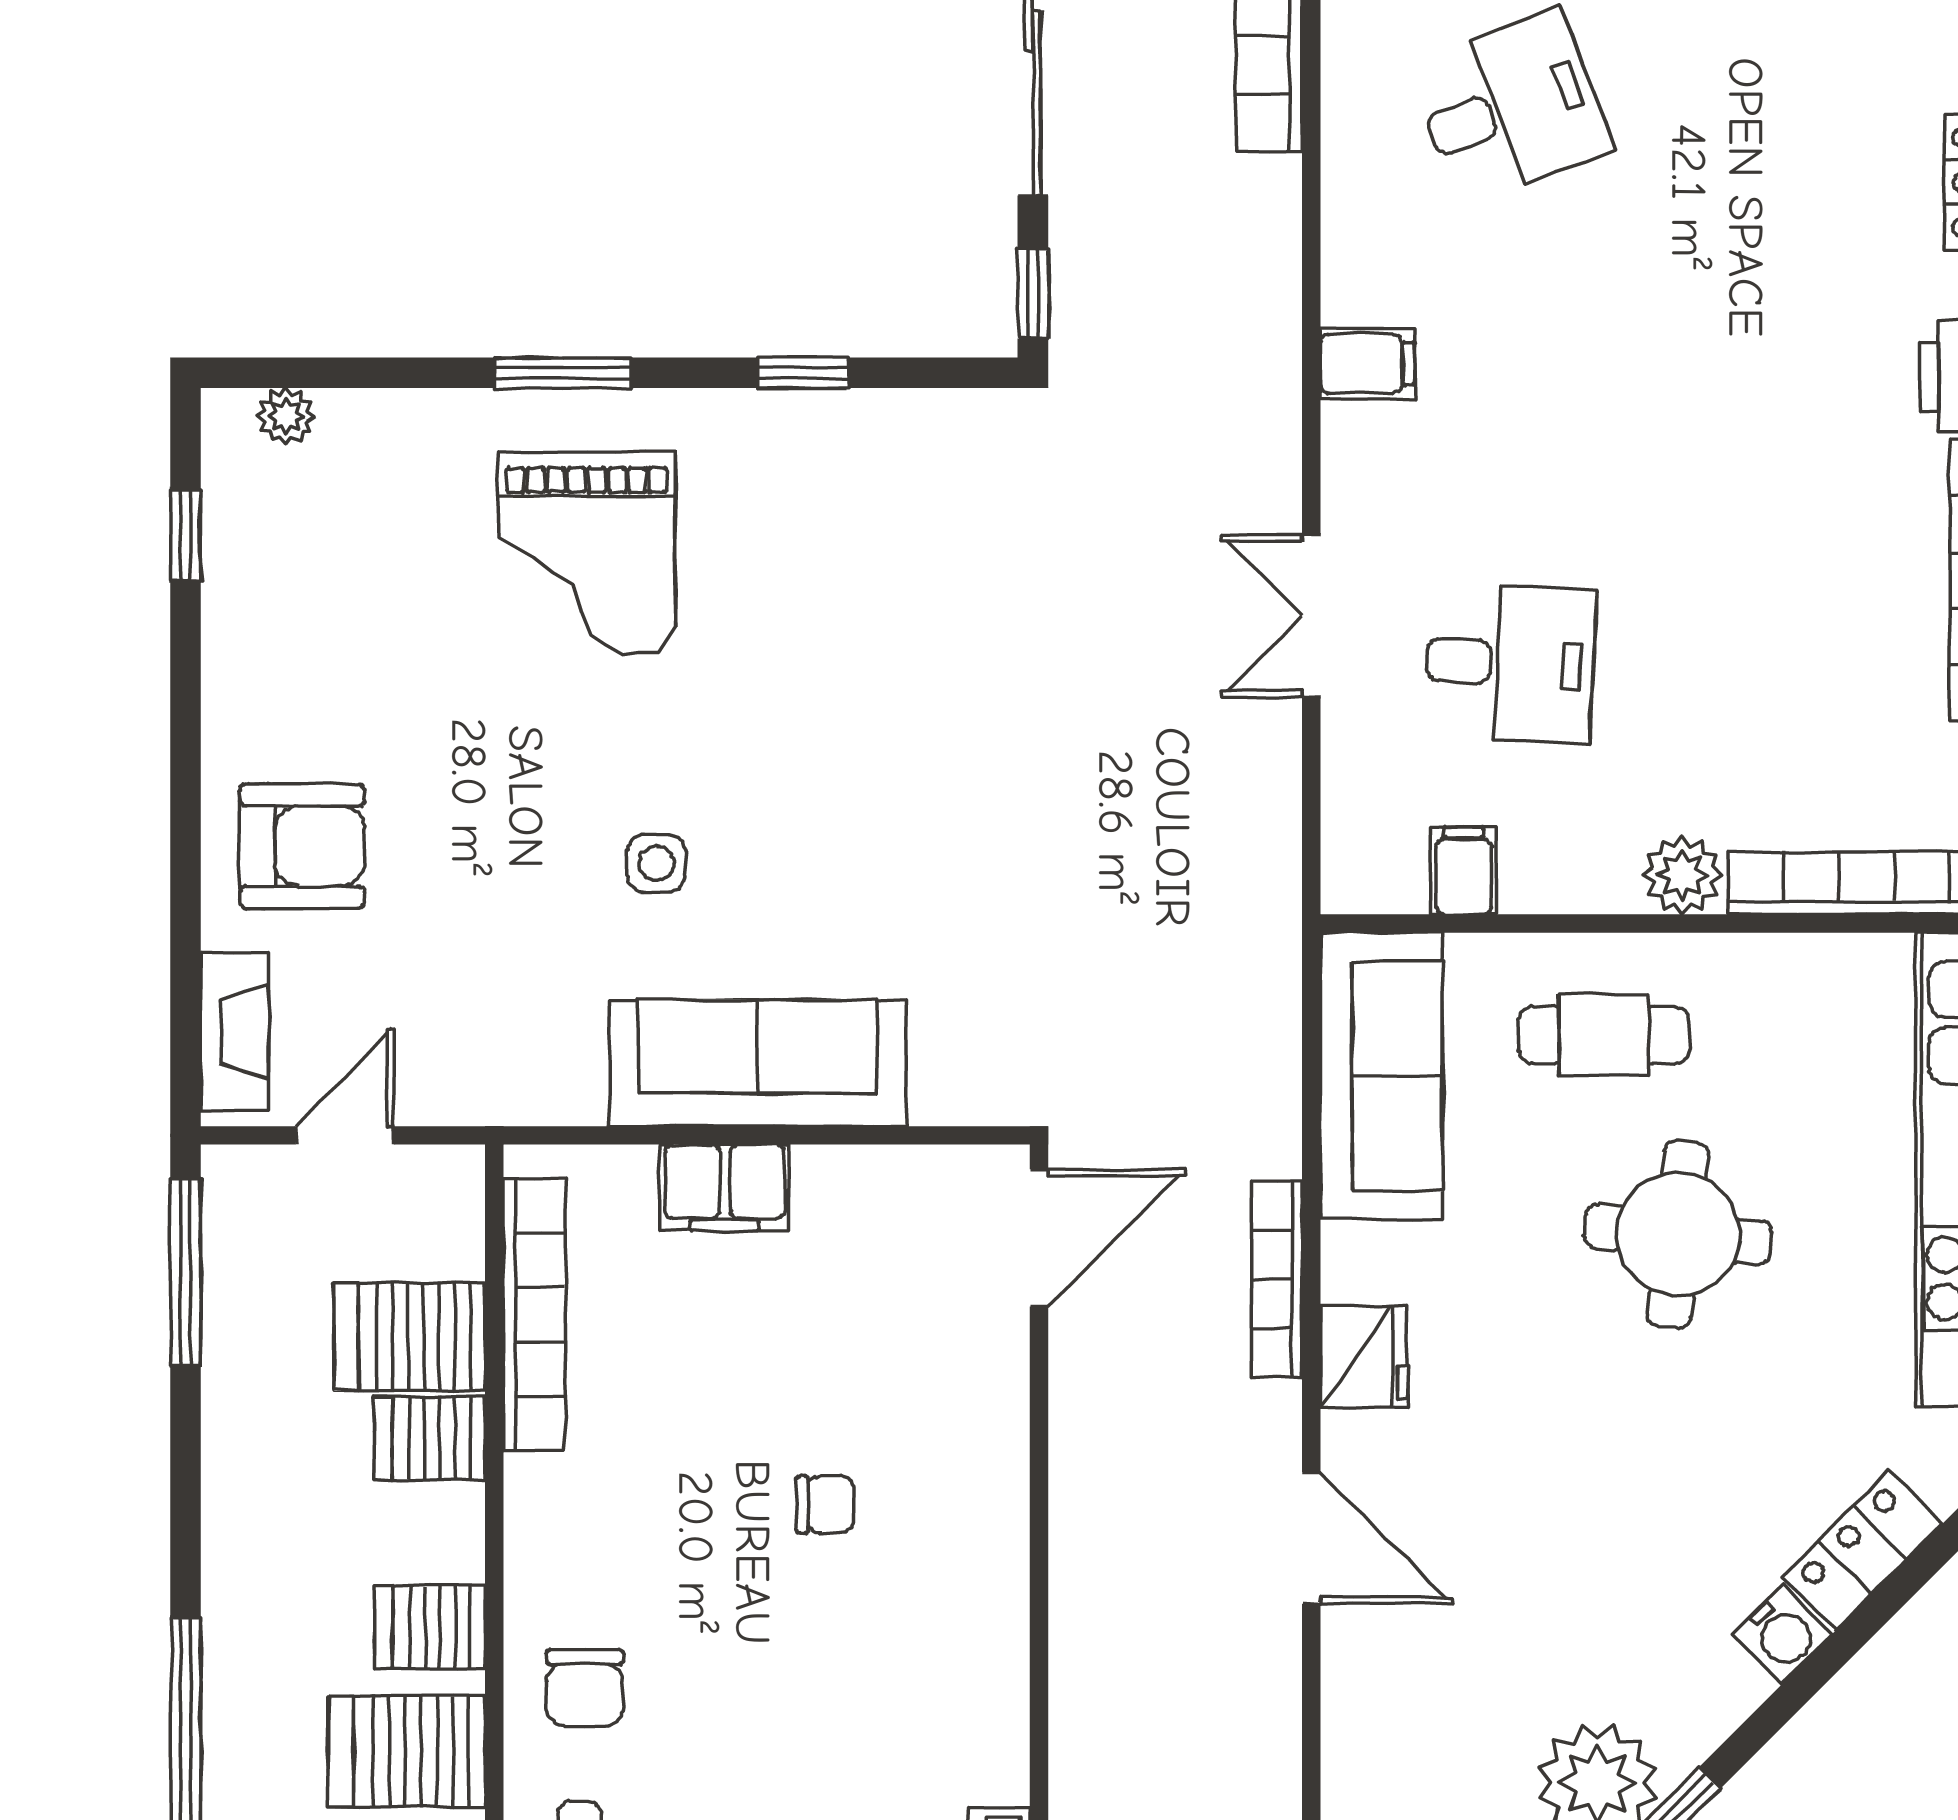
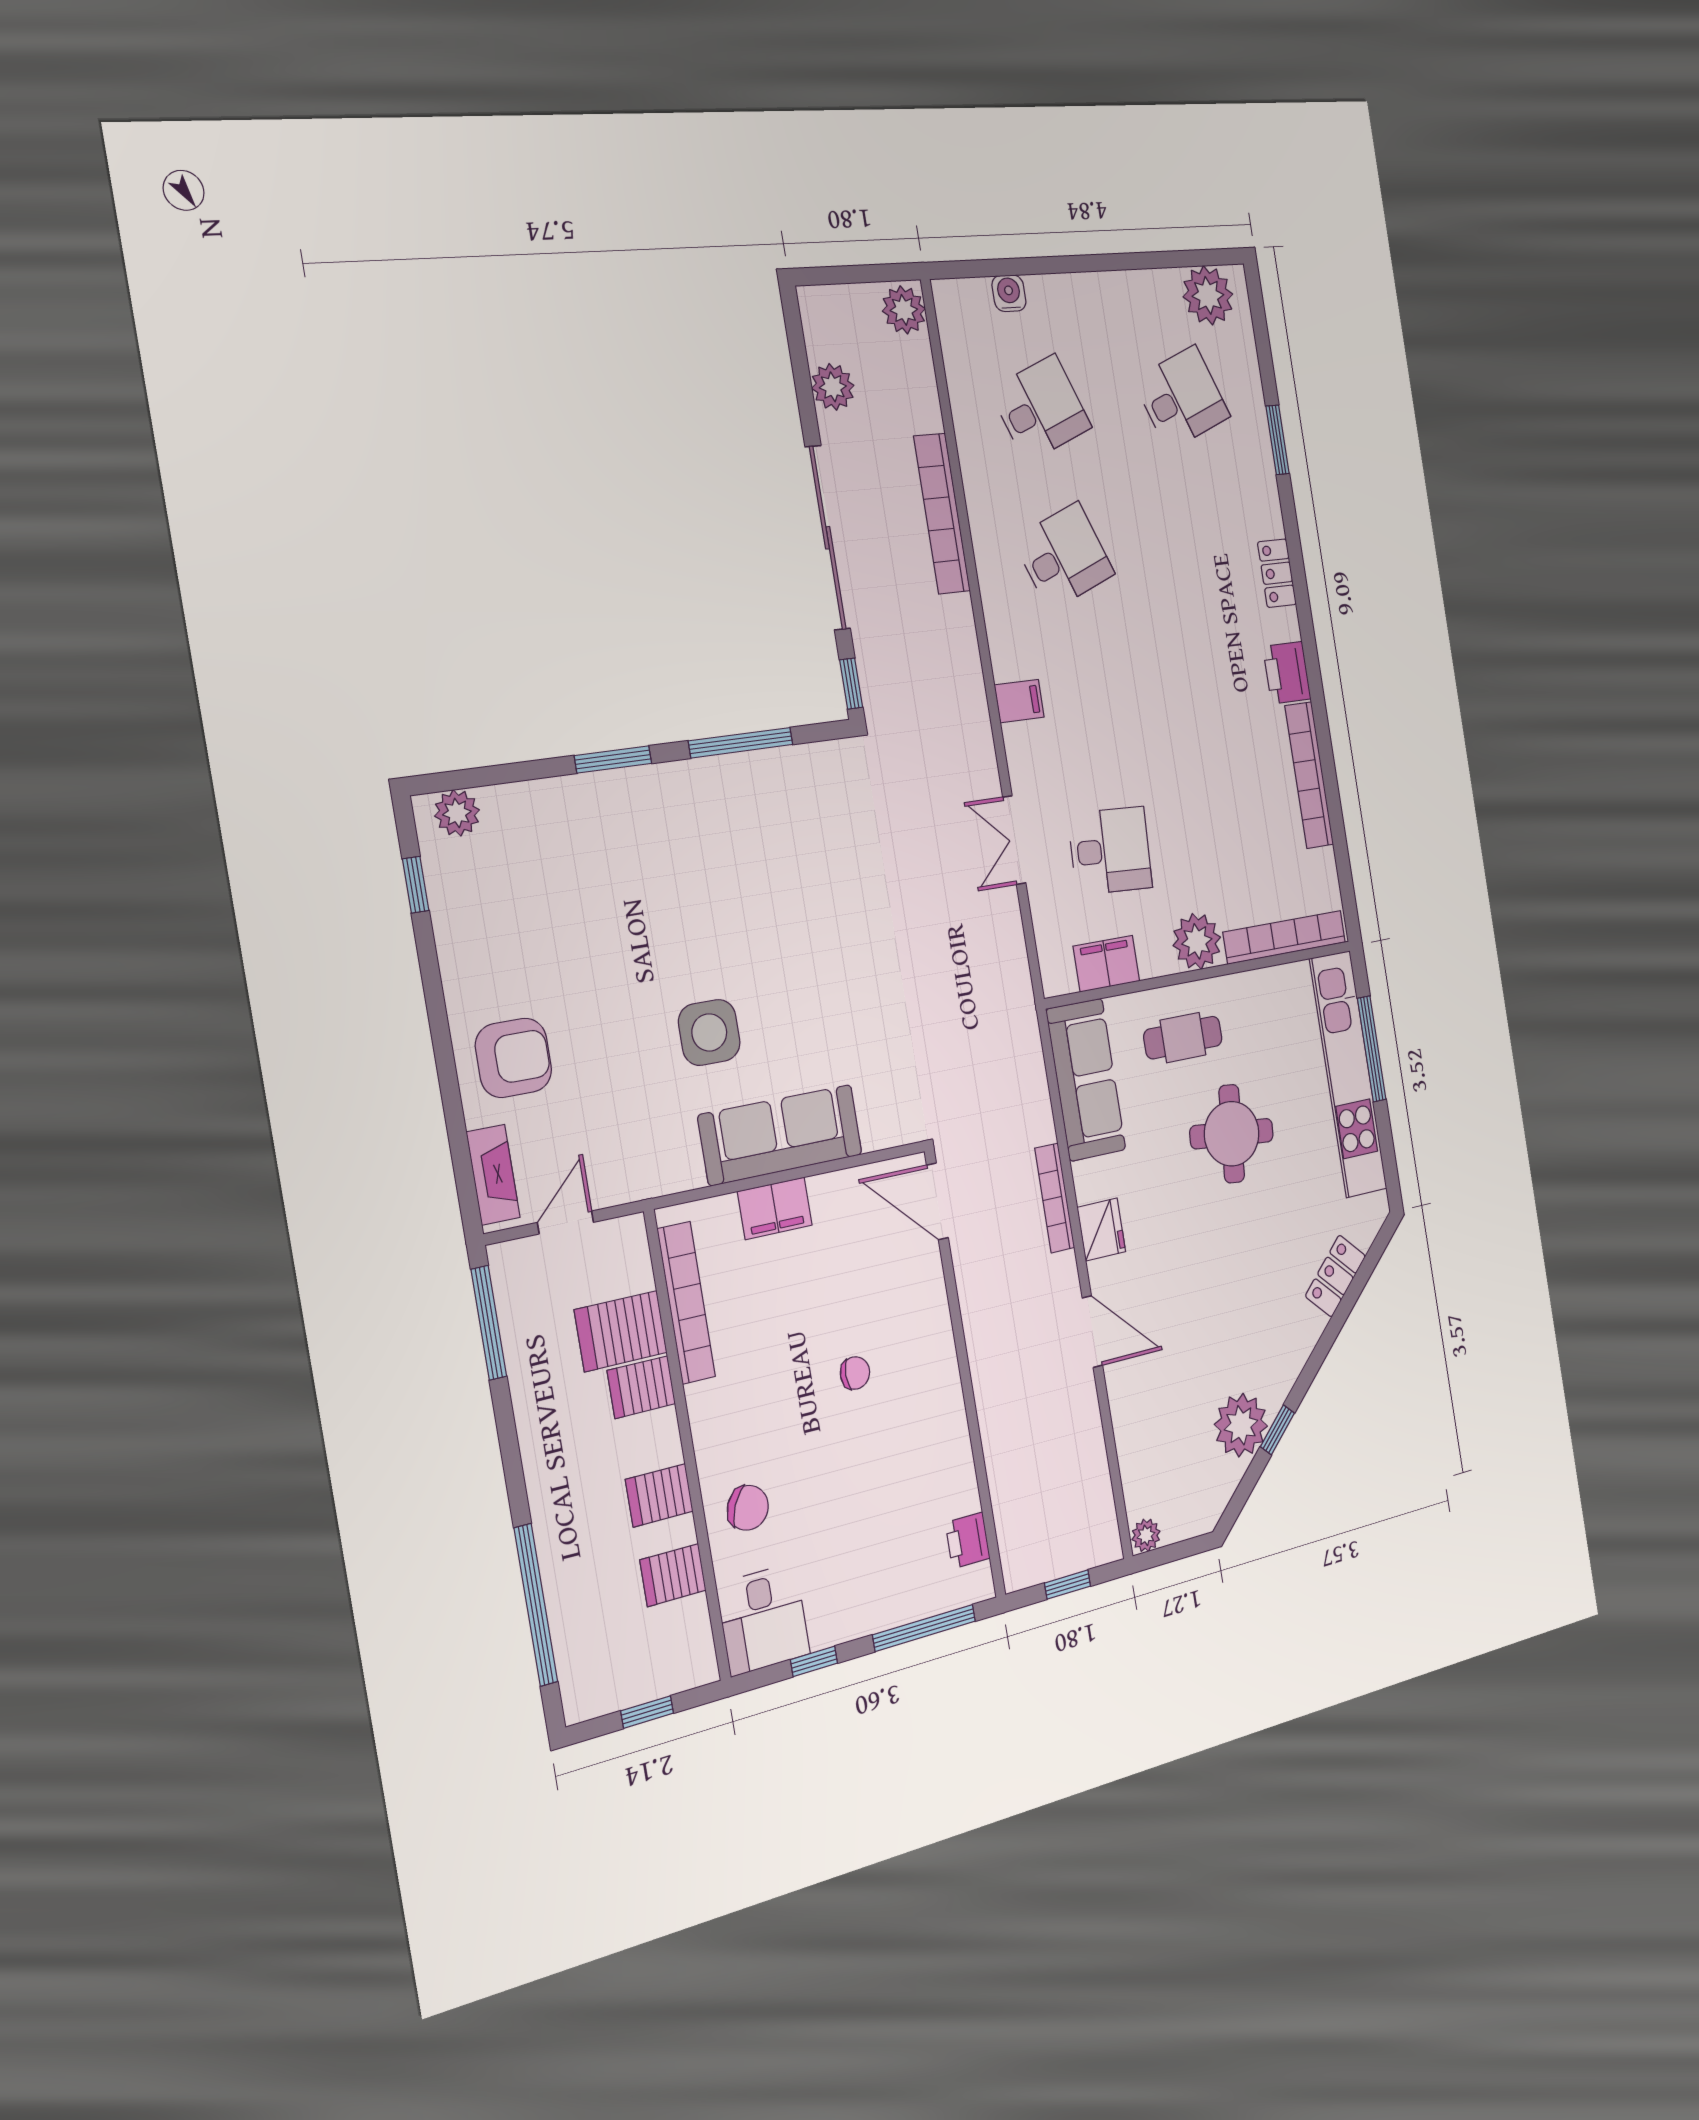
window: (803, 373) -> (741, 743), width x2.17
plant: (286, 416) -> (457, 813), width x1.38, depth x1.38
grand piano: (587, 554) -> (643, 862), removed
side table: (656, 863) -> (709, 1032), width x1.87, depth x1.87
filing cabinet: (1464, 871) -> (1106, 964), width x2.00
plant: (1682, 875) -> (1197, 941), width x1.36, depth x1.36
door: (1039, 1238) -> (937, 1201), swing flipped
water cooler: (1782, 1635) -> (1308, 1328), removed
chair: (585, 1688) -> (748, 1508), turned -66
server rack: (407, 1751) -> (673, 1575), width x0.73, depth x0.70

